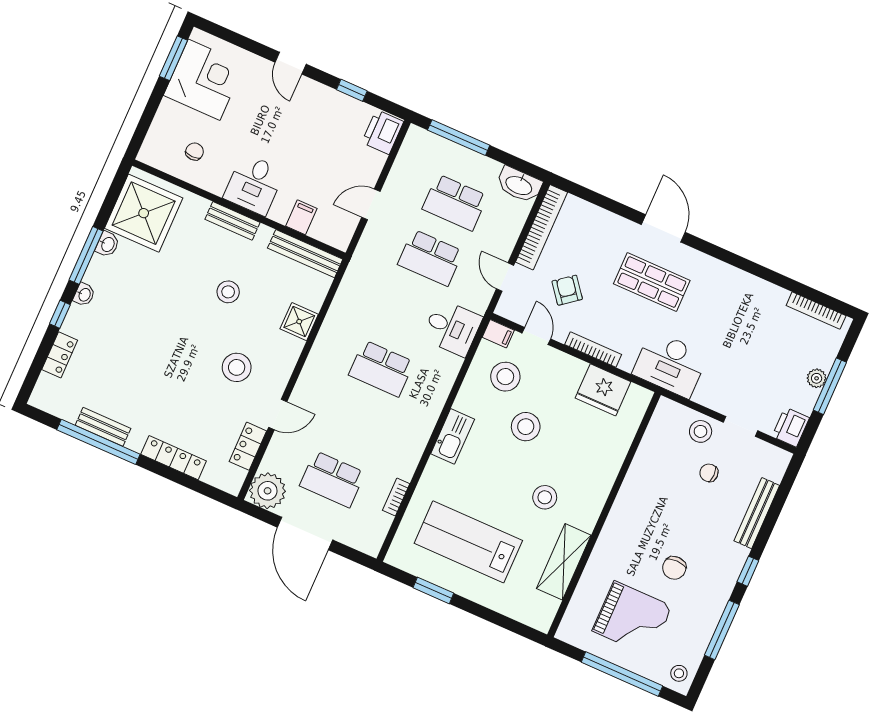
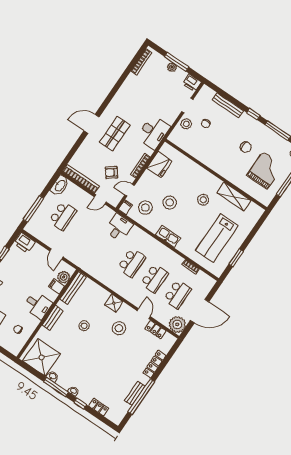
plant: (324, 229) -> (64, 277), added
school desk: (430, 258) -> (154, 279), moved
shower: (299, 322) -> (114, 303), moved

